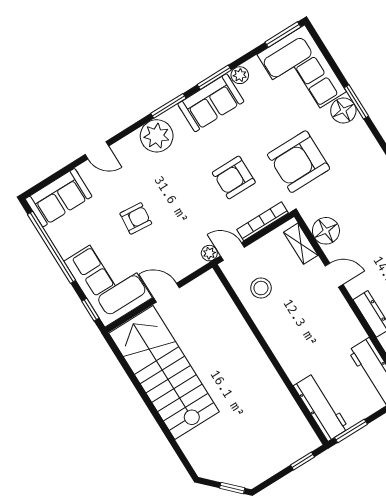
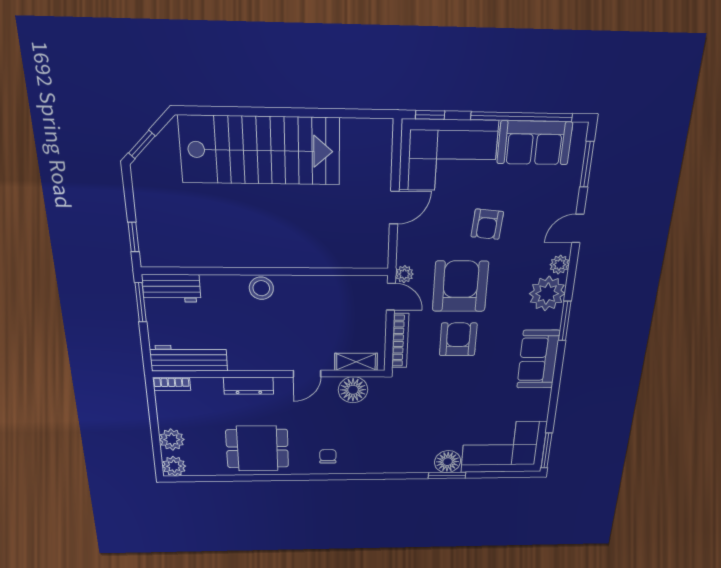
plant: (240, 75) -> (560, 265), moved
window: (214, 77) -> (587, 164), moved
armchair: (299, 162) -> (460, 286), moved
sofa: (59, 198) -> (535, 143), moved, turned -90
door: (232, 252) -> (391, 297), hinge flipped
stool: (261, 288) -> (261, 288), moved
stairs: (164, 373) -> (260, 150), moved
workbench: (321, 407) -> (171, 288), width x0.73

